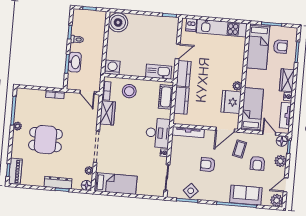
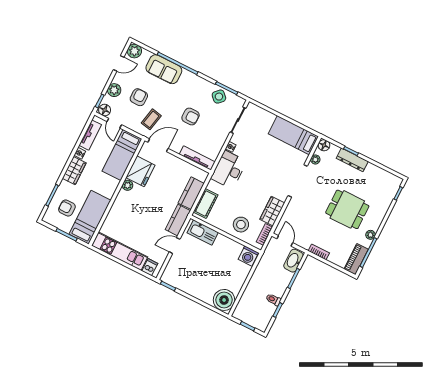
washbasin: (75, 62) -> (293, 261), moved
piano: (15, 171) -> (356, 259), moved

